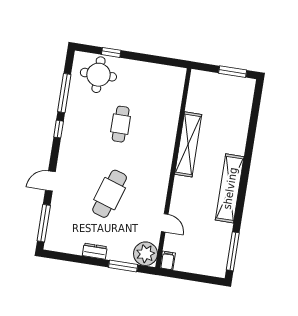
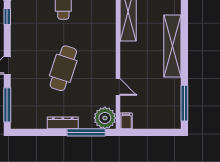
dresser: (95, 251) -> (63, 123), width x1.44
window: (123, 266) -> (86, 132), width x1.44

